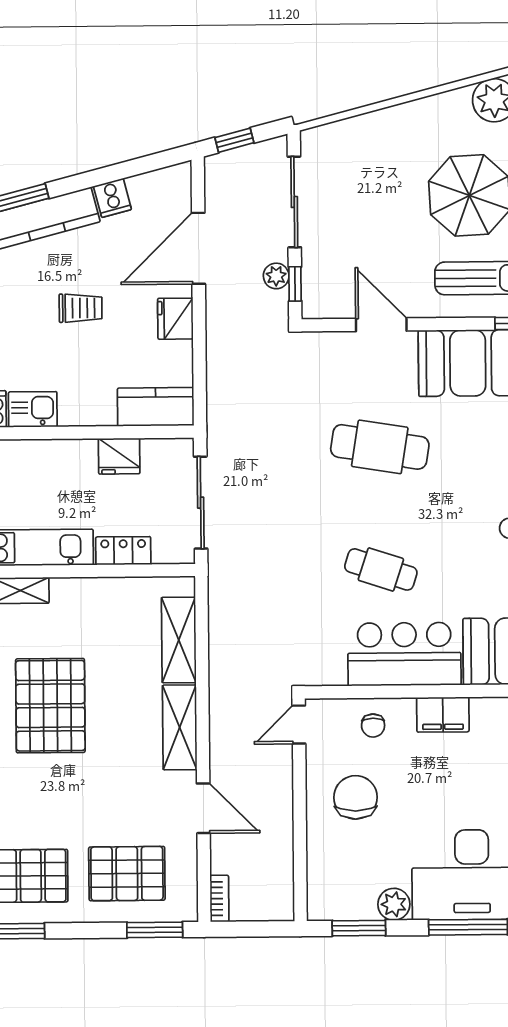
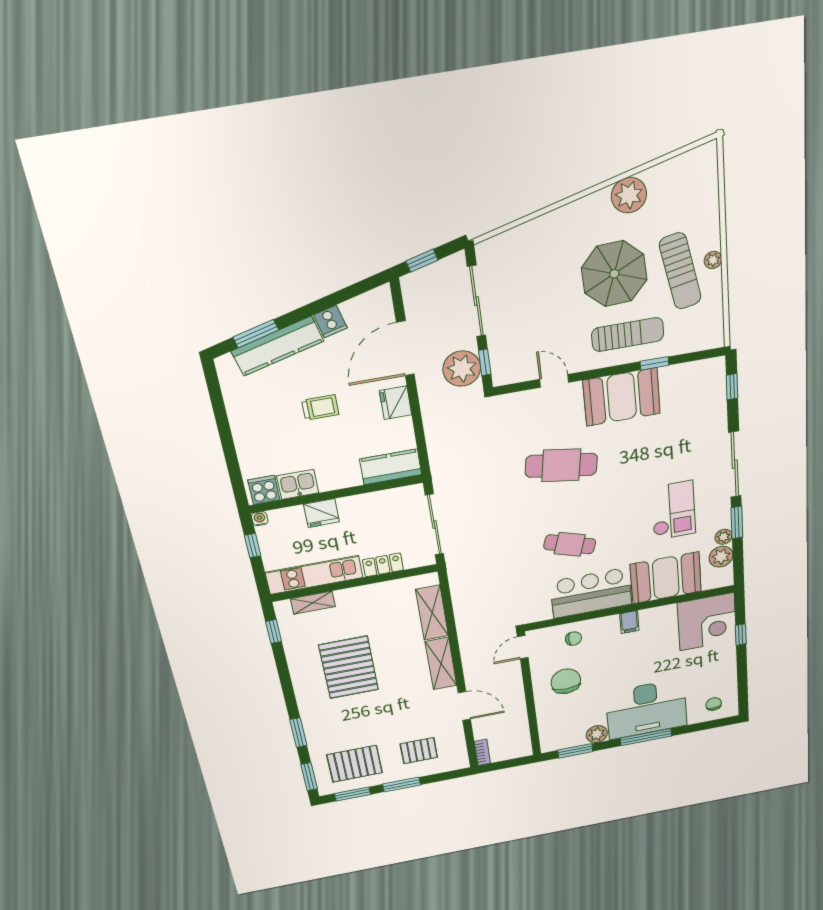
plant: (276, 276) -> (462, 369), width x1.88, depth x1.88
door: (381, 325) -> (554, 381), width x0.73
fridge: (119, 456) -> (321, 513), moved
filing cabinet: (443, 715) -> (629, 622), width x0.50
chair: (373, 726) -> (574, 639), turned -90
pallet: (127, 874) -> (419, 751), width x0.67, depth x0.71
window: (155, 930) -> (401, 785), moved

